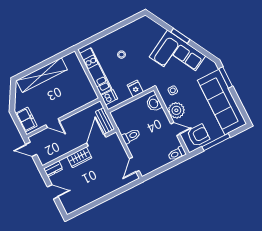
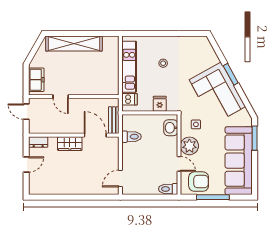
toilet: (131, 136) -> (132, 137), moved
door: (96, 140) -> (95, 135), hinge flipped
door: (53, 192) -> (26, 165), hinge flipped

